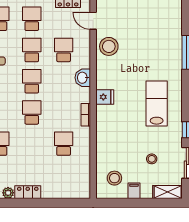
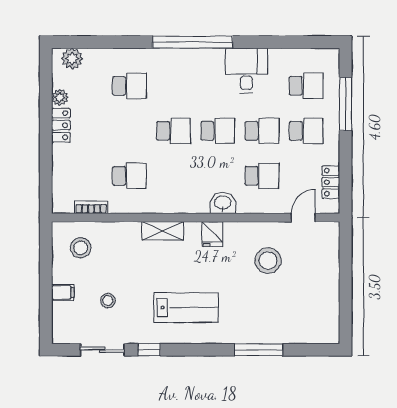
stool: (109, 46) -> (268, 261), moved
fridge: (105, 97) -> (212, 234), moved
bookcase: (86, 115) -> (91, 207), moved
filing cabinet: (134, 191) -> (63, 292), moved
shelving: (168, 192) -> (163, 231), moved, turned 90

